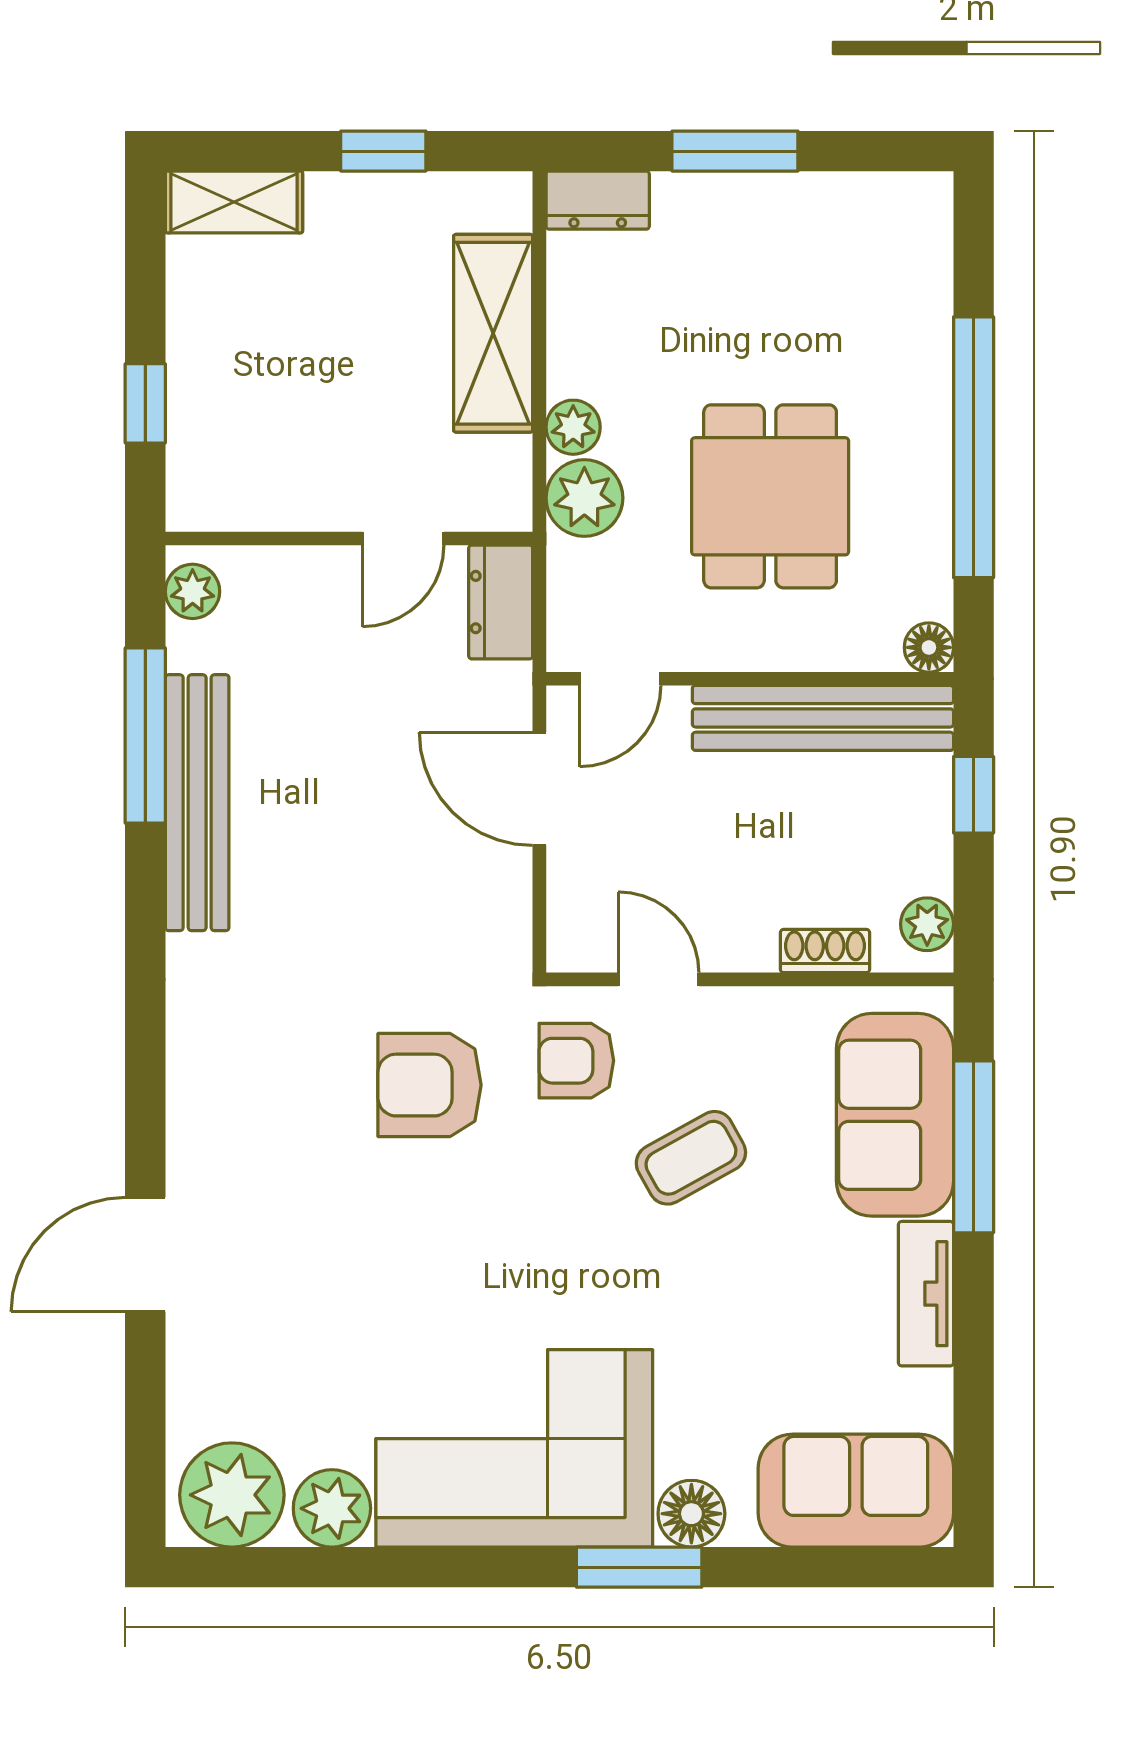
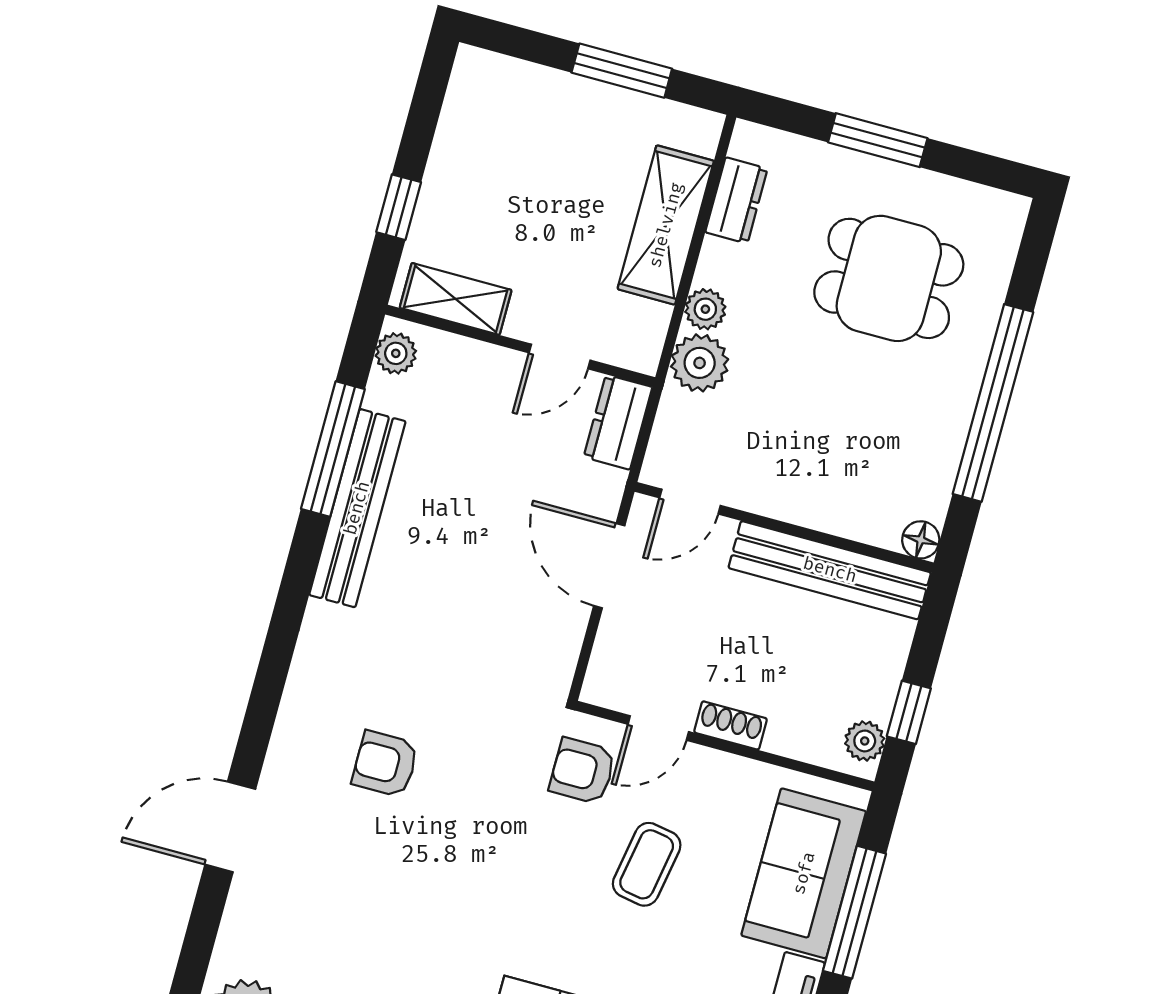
window: (383, 151) -> (622, 71), width x1.50
dresser: (598, 200) -> (736, 200), moved, turned -90
shelving: (234, 202) -> (456, 299), moved
dining table: (770, 496) -> (889, 278), moved, turned 90
window: (974, 795) -> (909, 712), moved
shoe rack: (825, 951) -> (731, 725), moved
door: (658, 979) -> (658, 728), swing flipped
armchair: (429, 1085) -> (385, 764), moved, width x0.72, depth x0.72
coffee table: (691, 1158) -> (647, 864), turned -51

